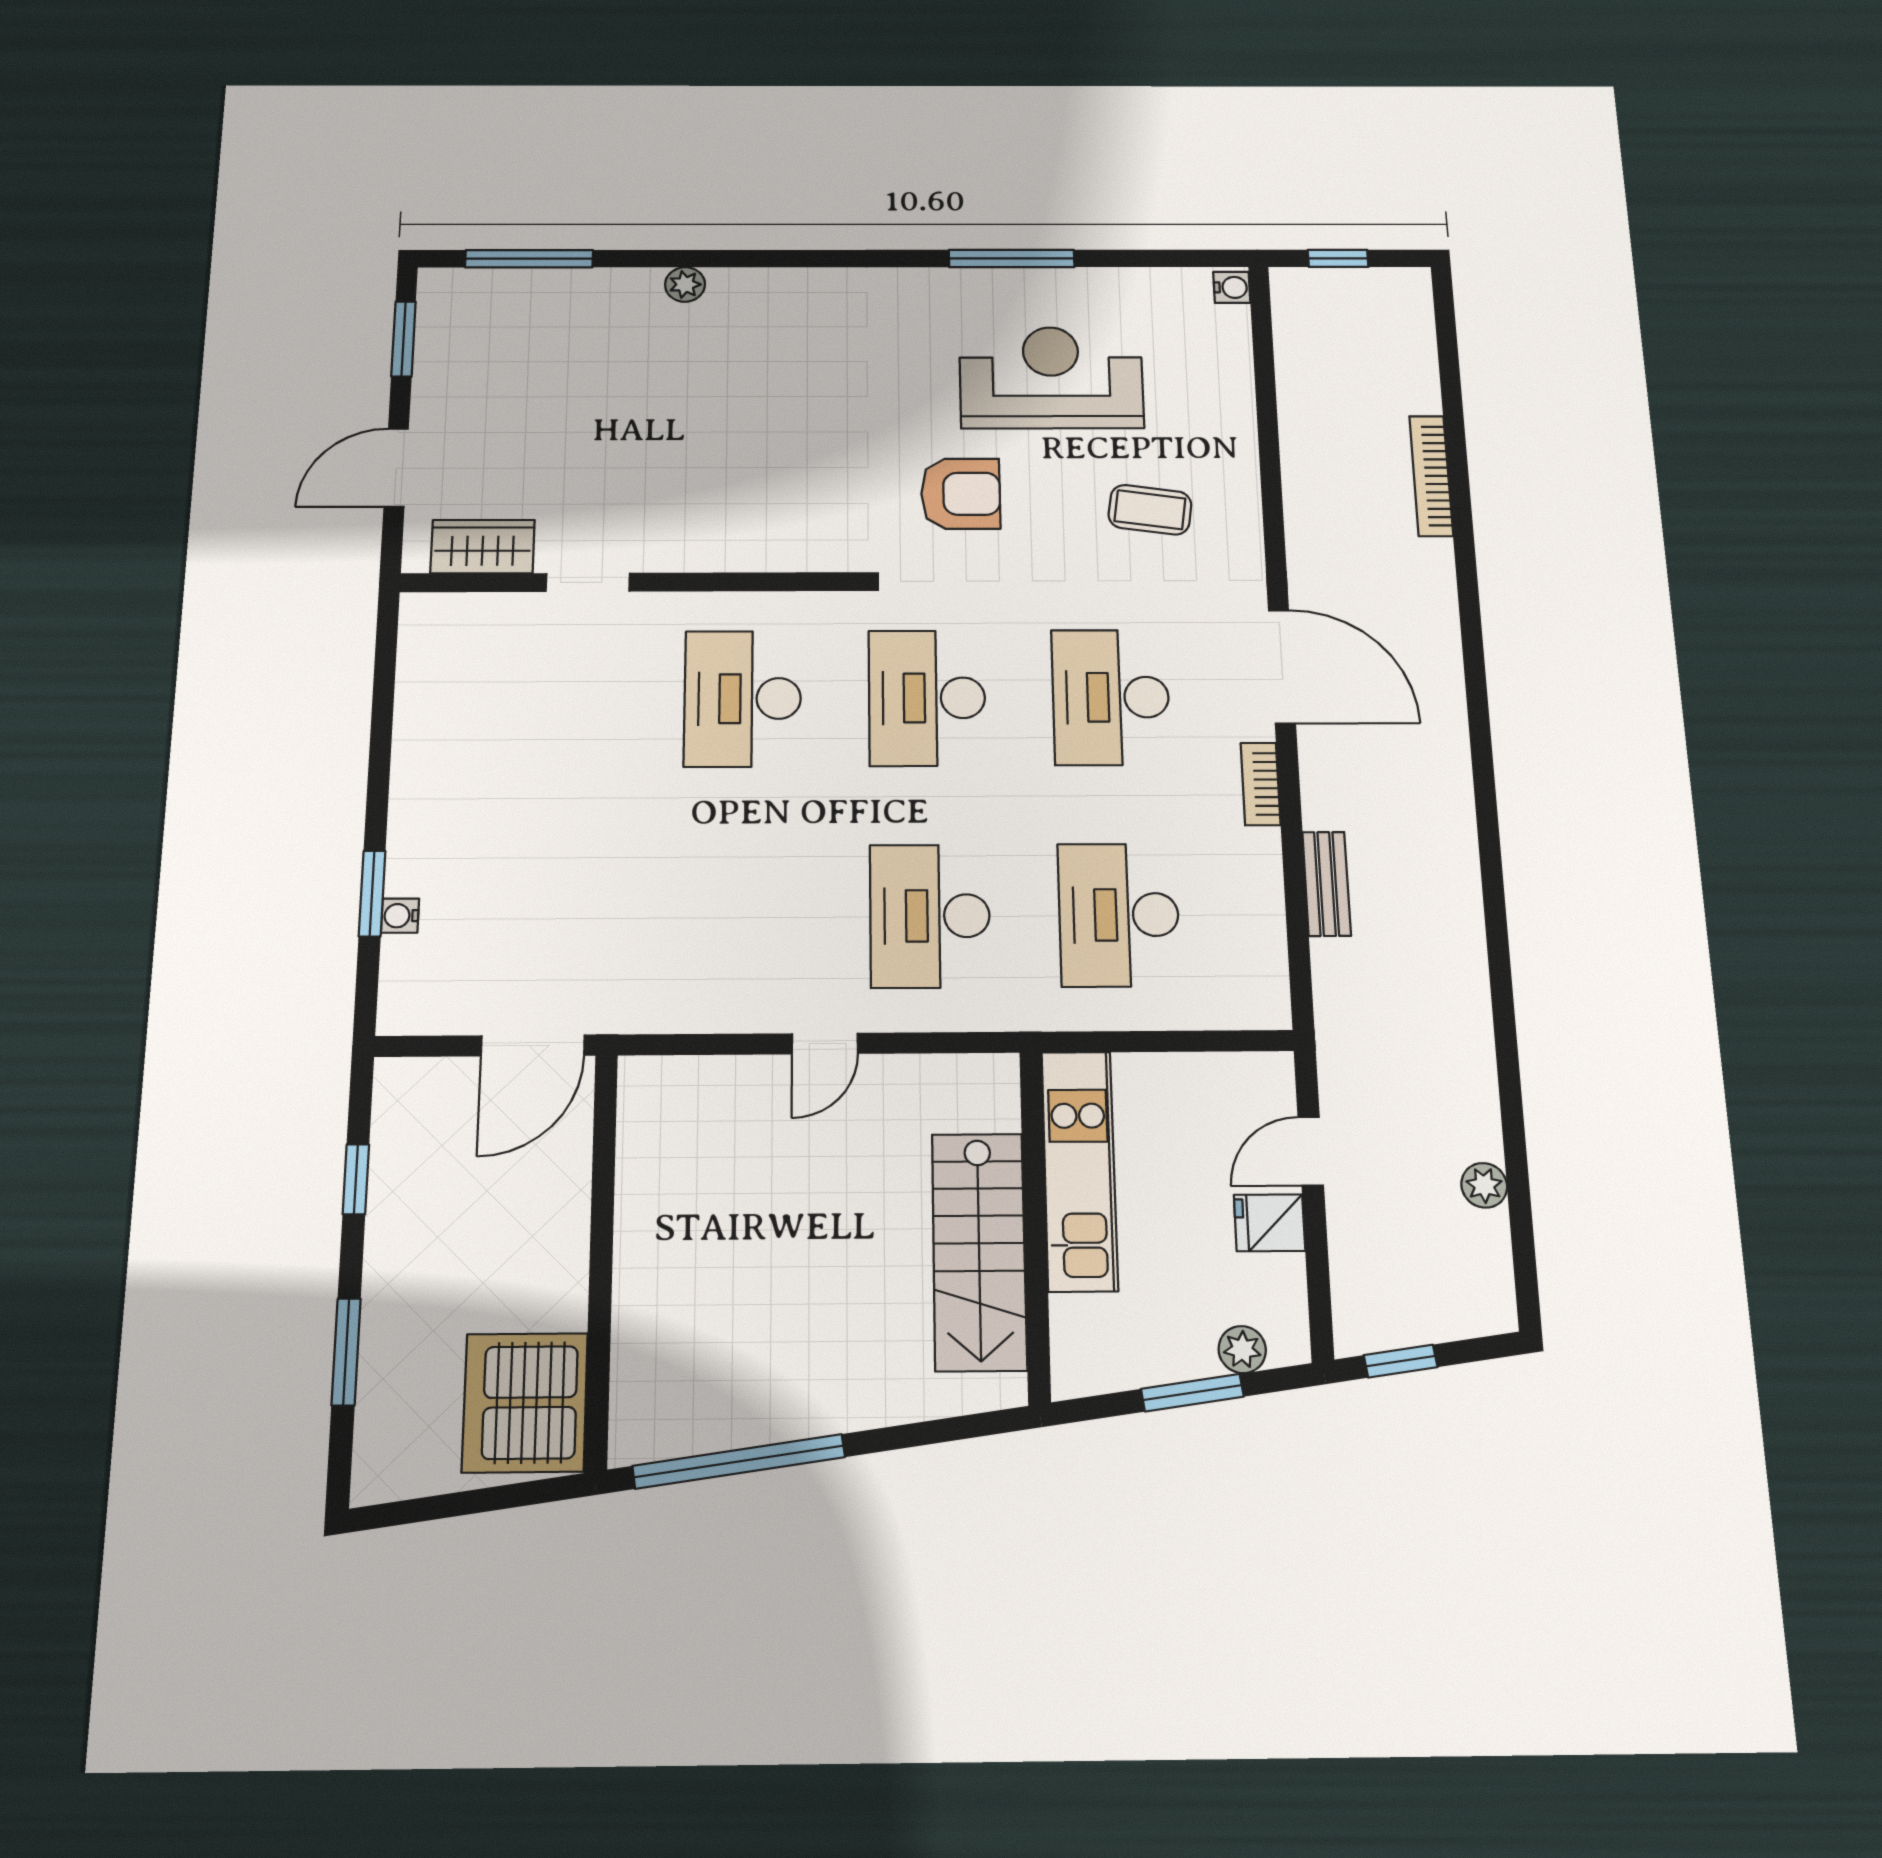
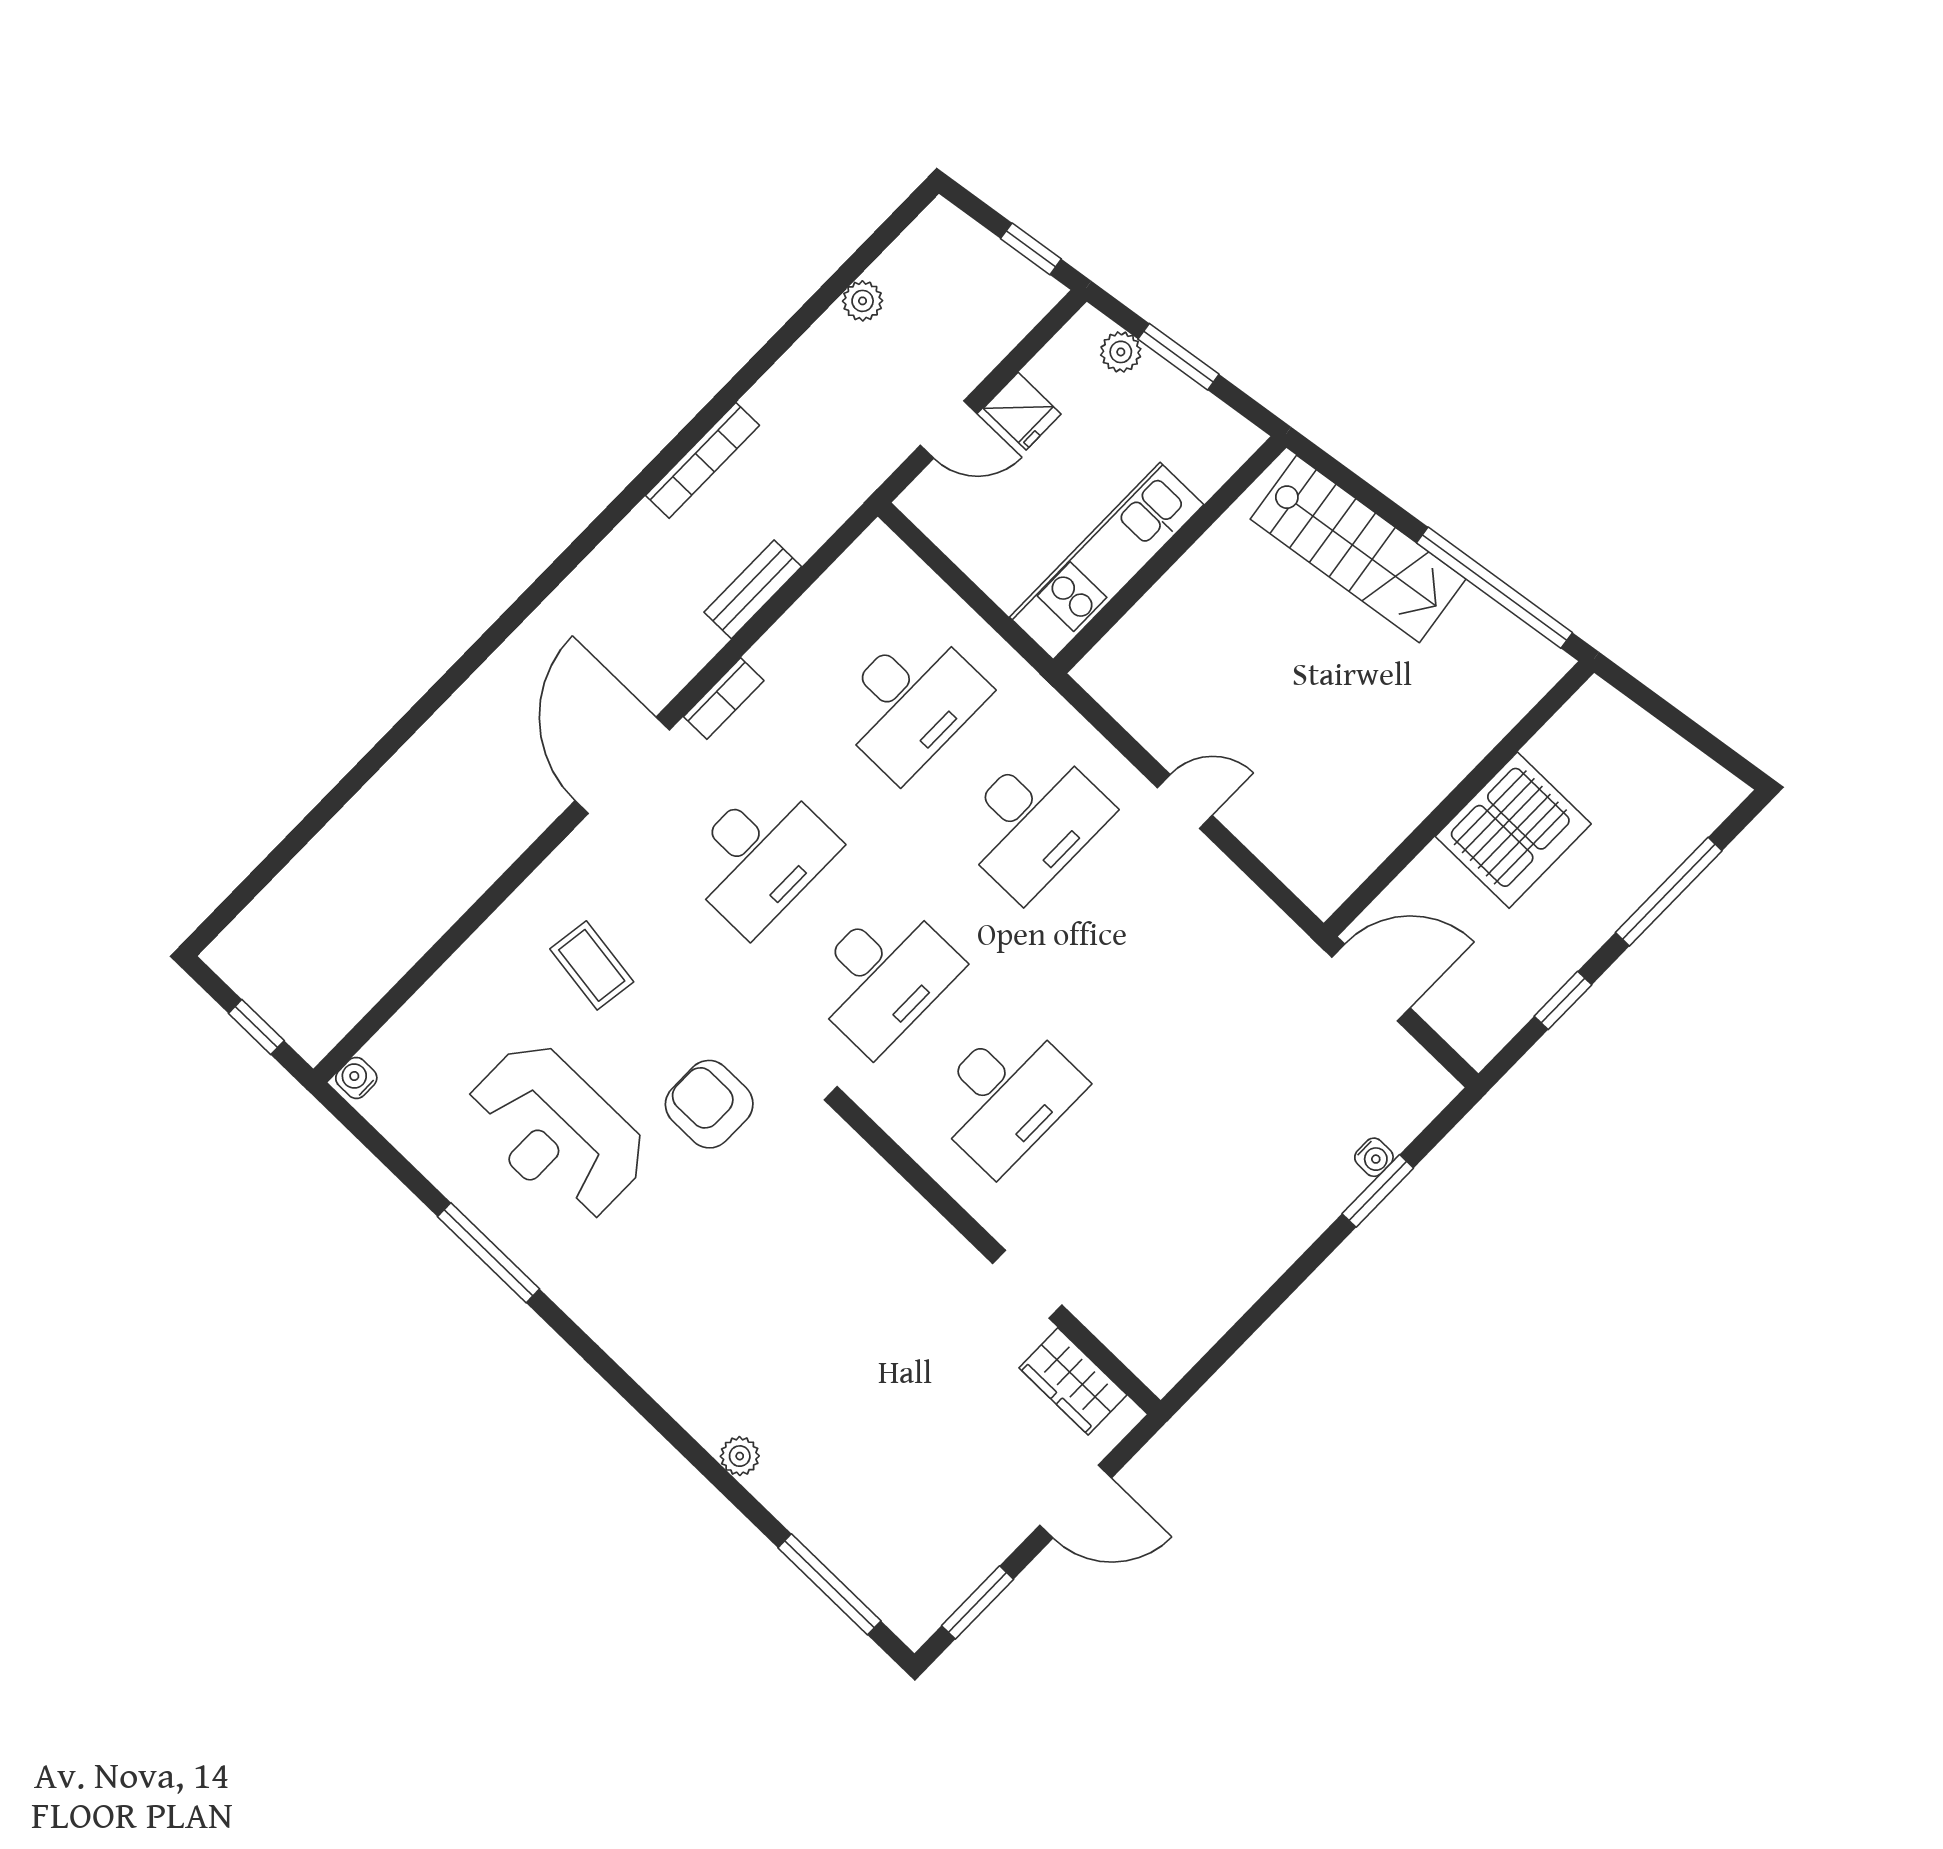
bookcase: (1431, 476) -> (702, 460), moved
stairs: (979, 1251) -> (1358, 549), moved, turned 82
window: (346, 1352) -> (1669, 892), width x1.44
server rack: (525, 1402) -> (1513, 830), moved

